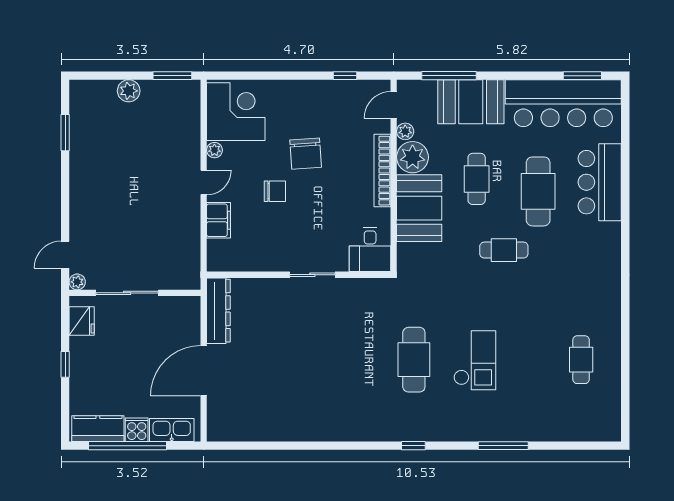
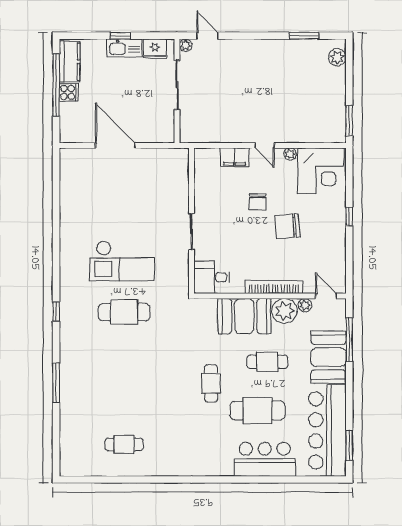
window: (345, 76) -> (349, 216), moved
plant: (129, 91) -> (337, 57), moved
dresser: (218, 311) -> (163, 157), removed
checkout: (475, 360) -> (122, 261), moved, width x1.36, depth x1.21
kitchen sink: (172, 430) -> (125, 48), moved, turned 90

